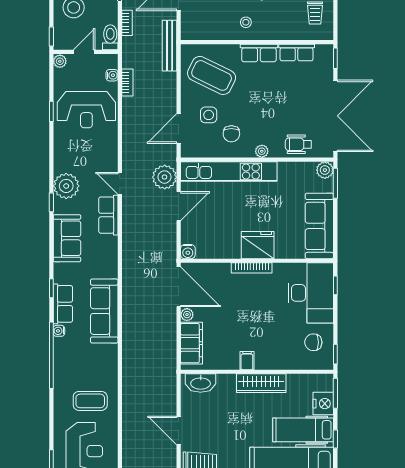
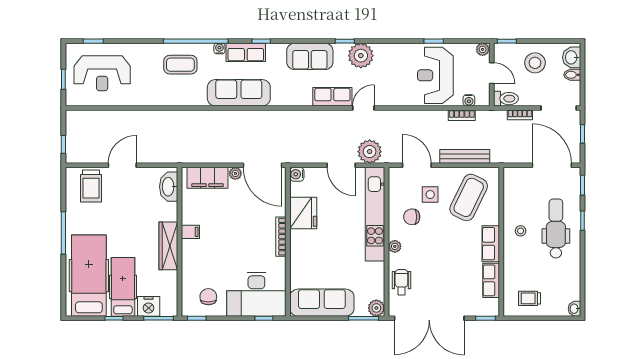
bench: (170, 46) -> (465, 156), moved
fridge: (258, 245) -> (303, 213), moved
door: (179, 287) -> (262, 165), hinge flipped
coffee table: (90, 401) -> (180, 65), moved, turned 90

